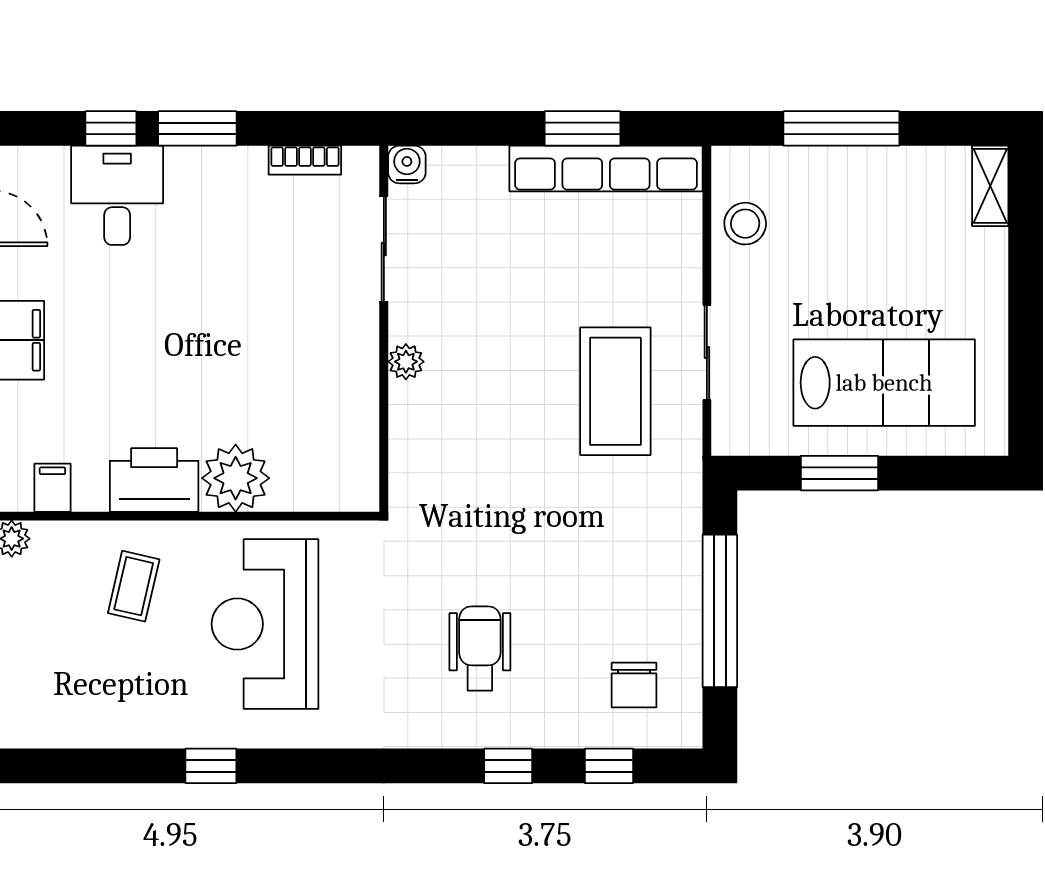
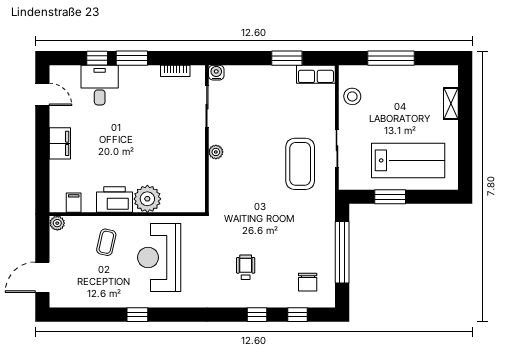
row of seats: (606, 169) -> (316, 74), width x0.50
shelving: (990, 186) -> (451, 103), moved
wheelchair: (480, 649) -> (246, 267), width x0.73, depth x0.73

